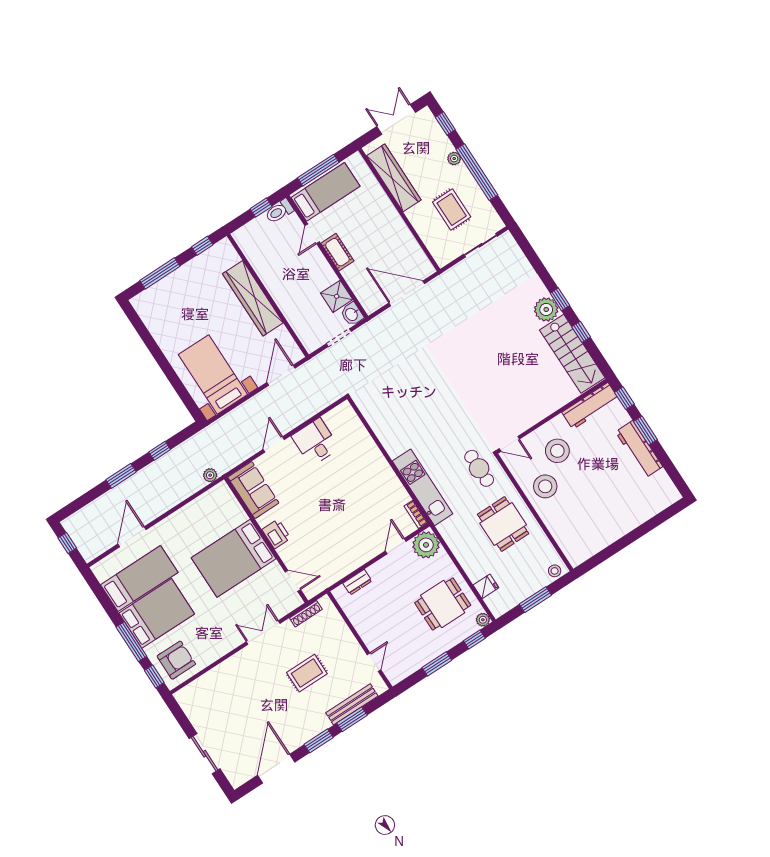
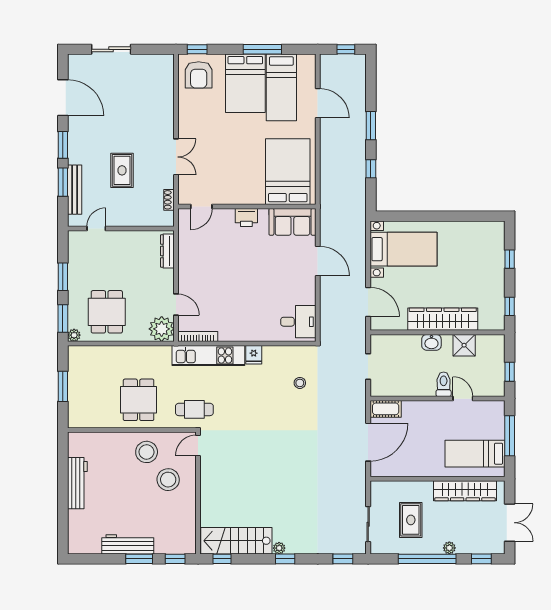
bed: (326, 192) -> (475, 454), moved, turned 90
rug: (452, 210) -> (411, 520), turned 90
toilet: (279, 211) -> (444, 384), moved
window: (526, 248) -> (343, 559), added
cot: (337, 252) -> (386, 409), moved
window: (160, 273) -> (510, 259), width x0.46
shower: (337, 296) -> (464, 345), moved
plant: (546, 310) -> (279, 548), width x0.53, depth x0.53
washbasin: (352, 314) -> (431, 342), moved, turned 180
window: (581, 332) -> (222, 559), moved
workbench: (590, 406) -> (77, 483), moved, turned 180
desk: (315, 442) -> (298, 322), moved
door: (274, 444) -> (318, 261), width x1.38
plant: (210, 475) -> (326, 196), removed
bookcase: (416, 514) -> (198, 336), width x1.56
dining table: (503, 524) -> (139, 400), turned 90
bed: (234, 558) -> (288, 172), moved
stool: (555, 571) -> (300, 383), moved
dresser: (357, 582) -> (167, 251), width x1.44
fridge: (486, 586) -> (254, 355), moved
shoe rack: (306, 614) -> (169, 200), width x0.70
window: (474, 639) -> (63, 318), width x1.50
window: (131, 642) -> (262, 49), moved
door: (374, 662) -> (96, 228), swing flipped

